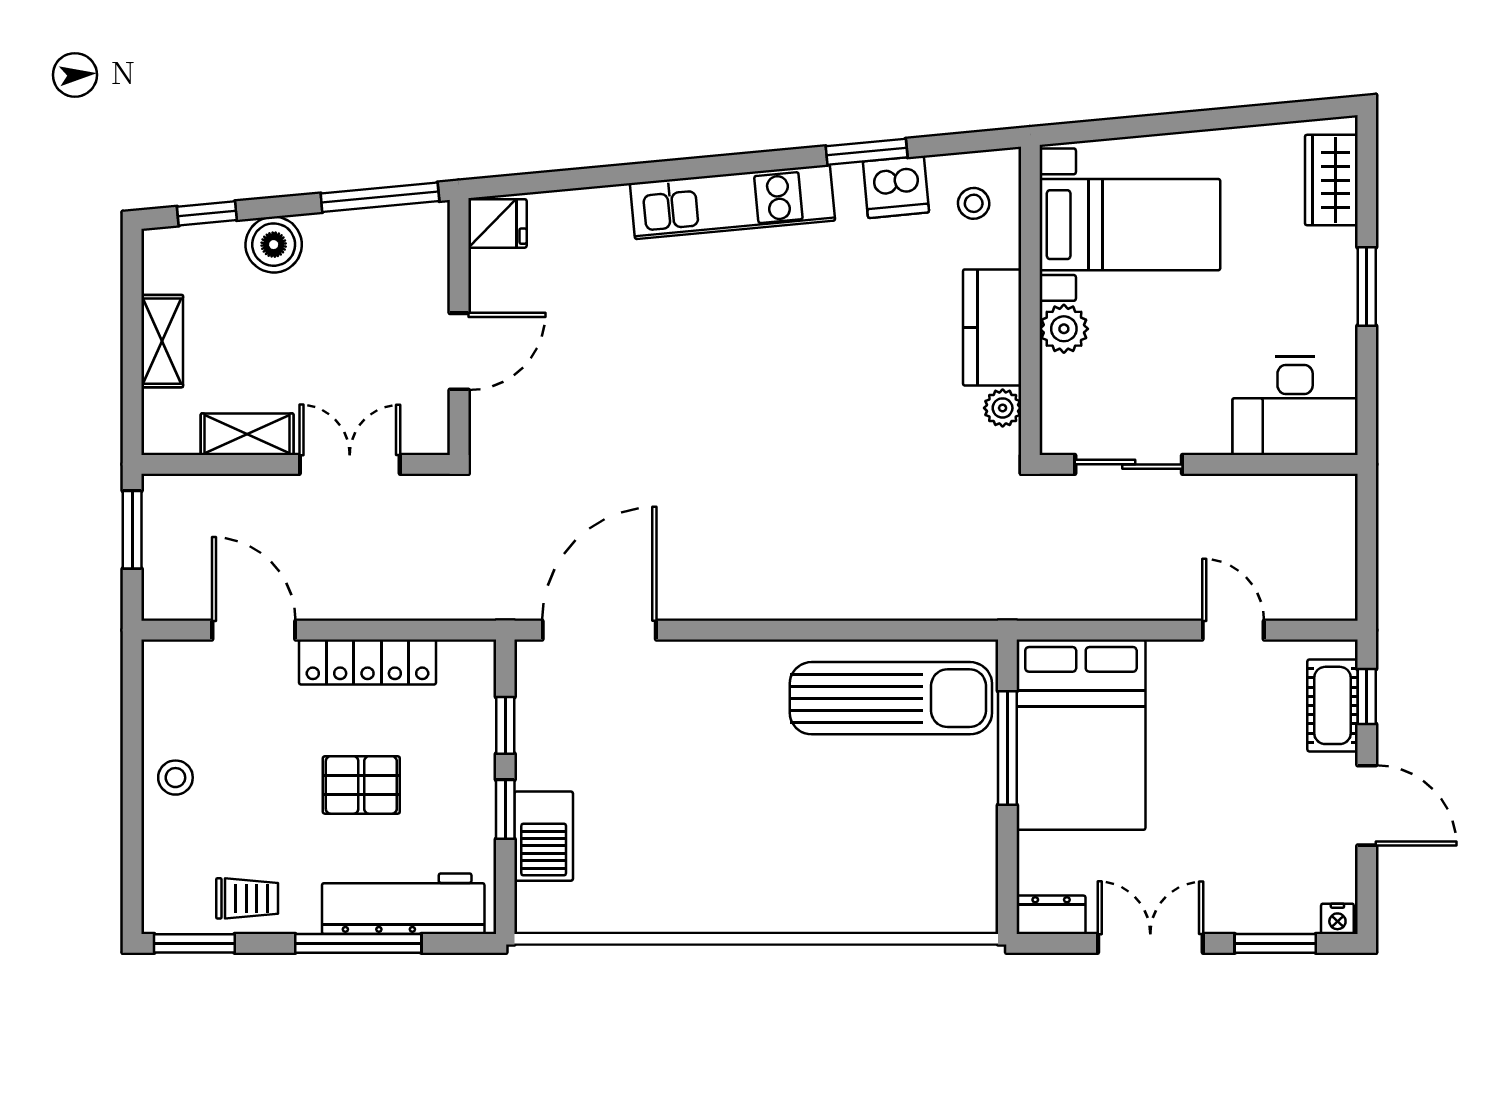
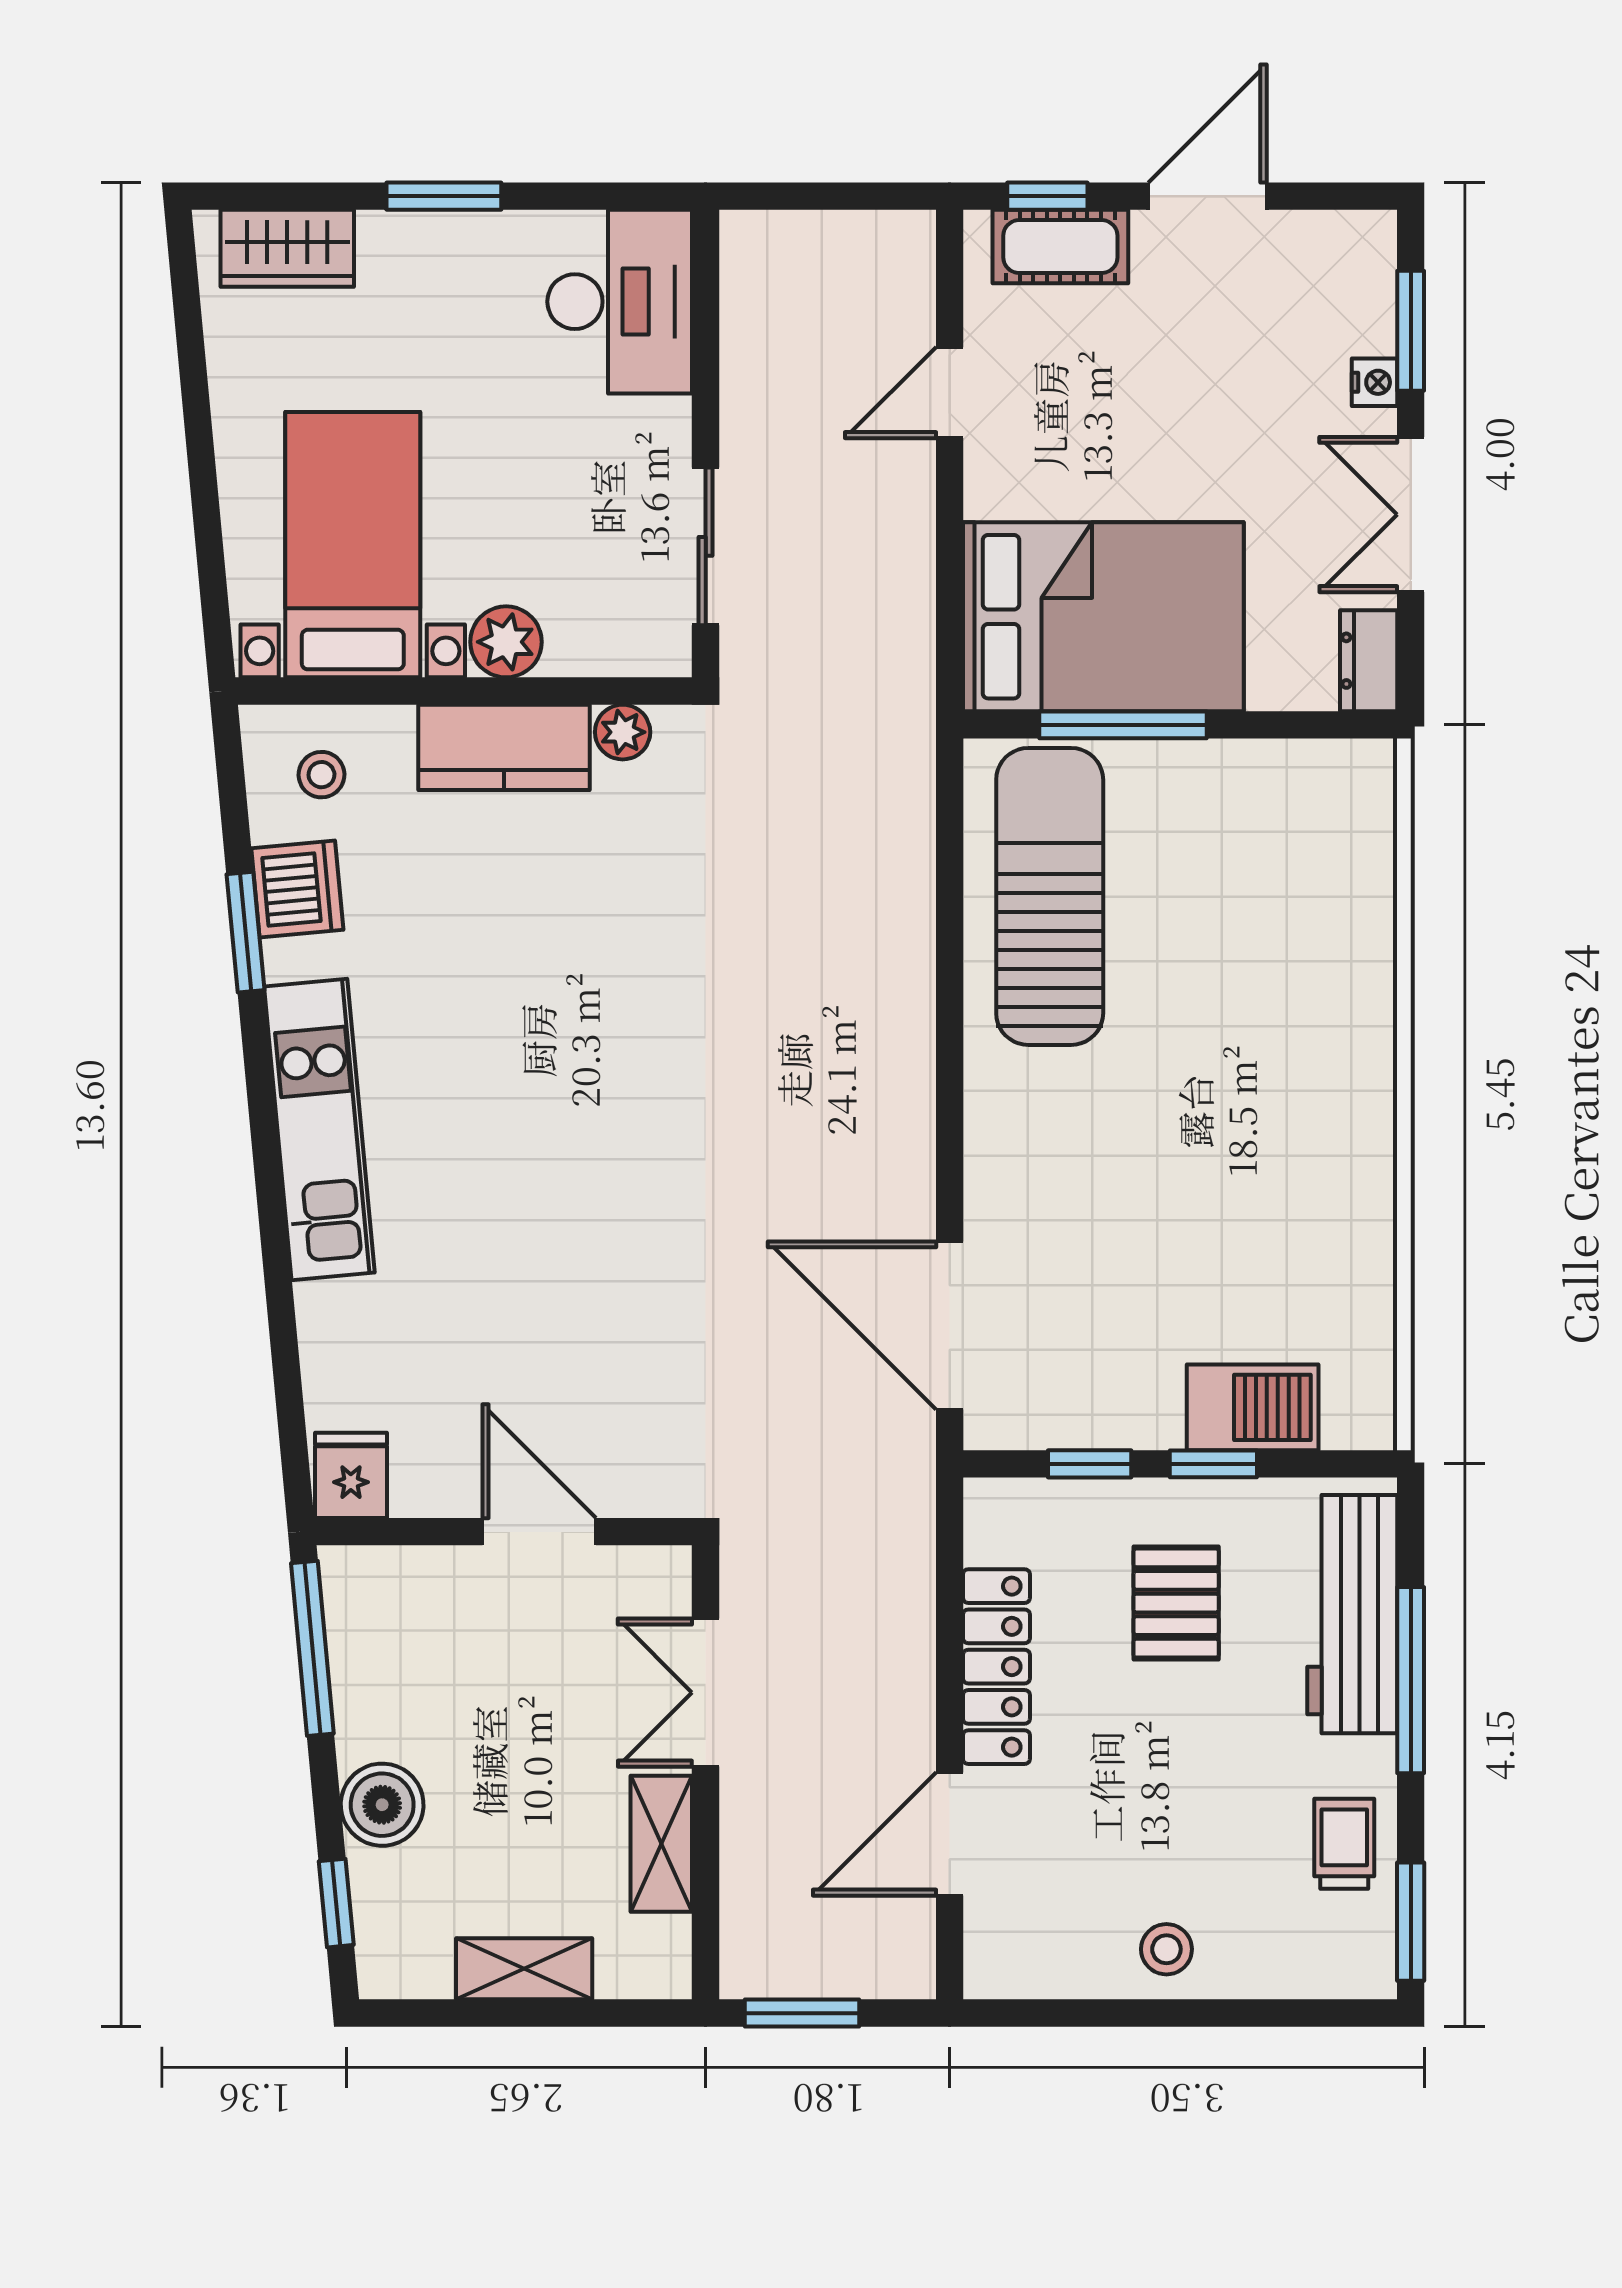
pallet: (361, 785) -> (1176, 1603), moved
nightstand: (1337, 919) -> (1374, 382), moved

